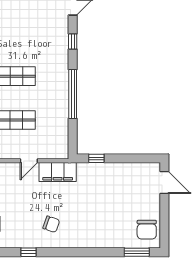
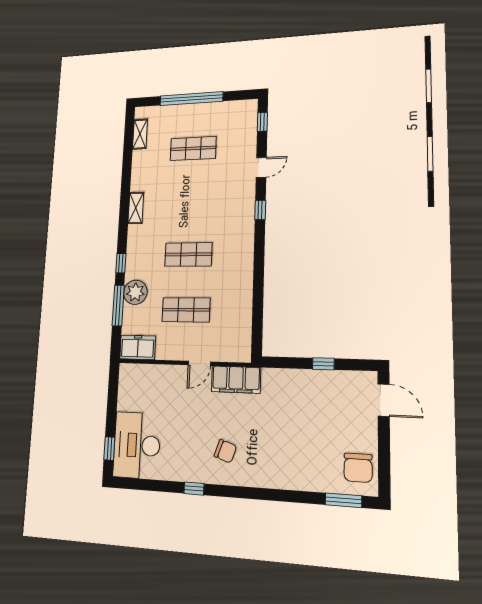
window: (73, 94) -> (258, 277), removed
window: (96, 158) -> (323, 364), moved

